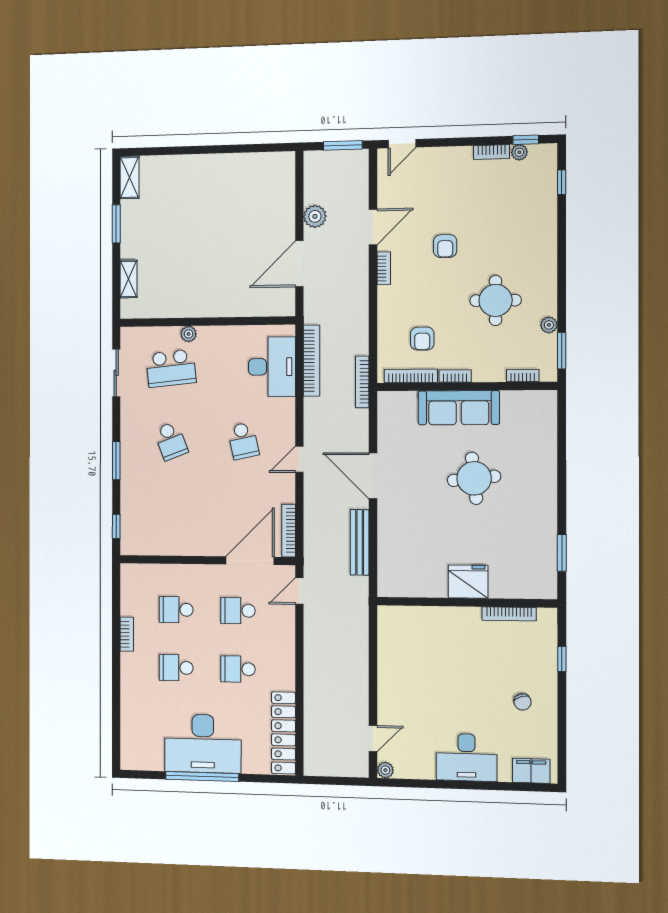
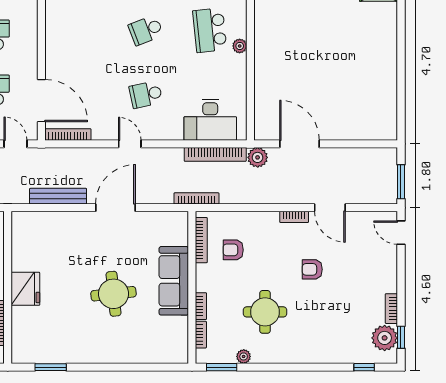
plant: (519, 152) -> (385, 338), width x1.88, depth x1.88
plant: (315, 216) -> (258, 157), moved
bookcase: (455, 376) -> (201, 306), moved

